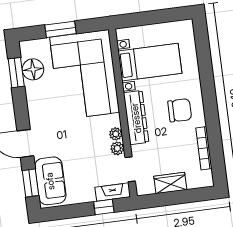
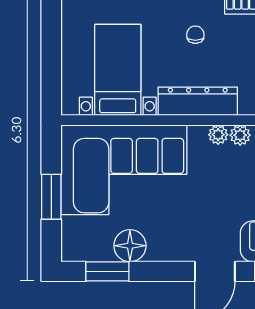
floor lamp: (33, 69) -> (130, 246), moved
chair: (180, 110) -> (195, 35), width x0.54, depth x0.54

